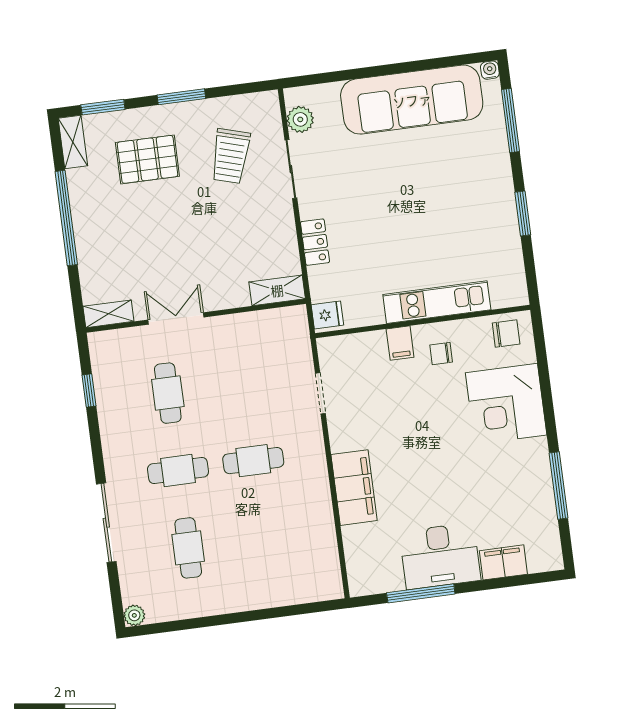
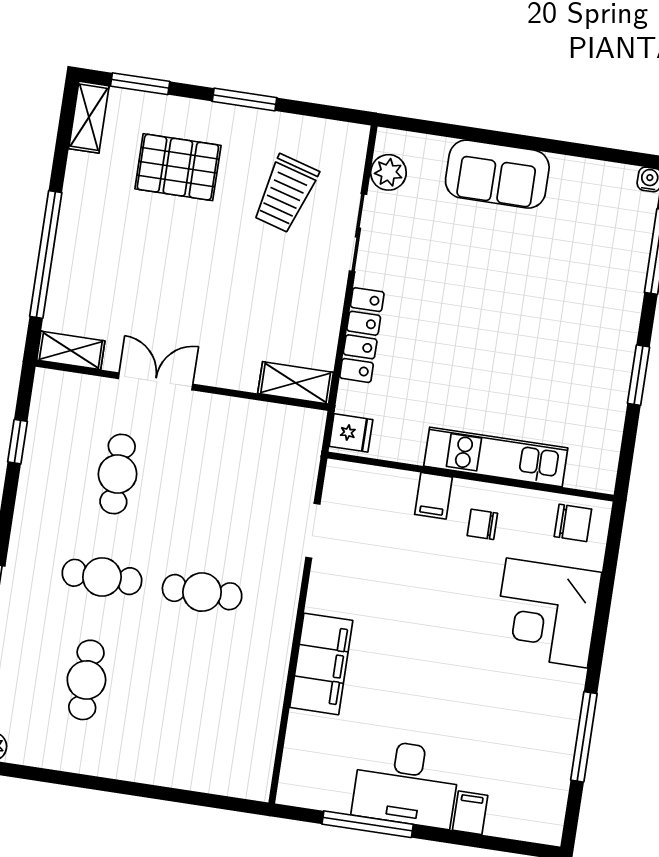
sofa: (412, 100) -> (497, 174), width x0.54, depth x0.79
window: (66, 218) -> (46, 254), moved
locker: (315, 242) -> (362, 335), width x1.53
filing cabinet: (503, 562) -> (470, 813), width x0.50

